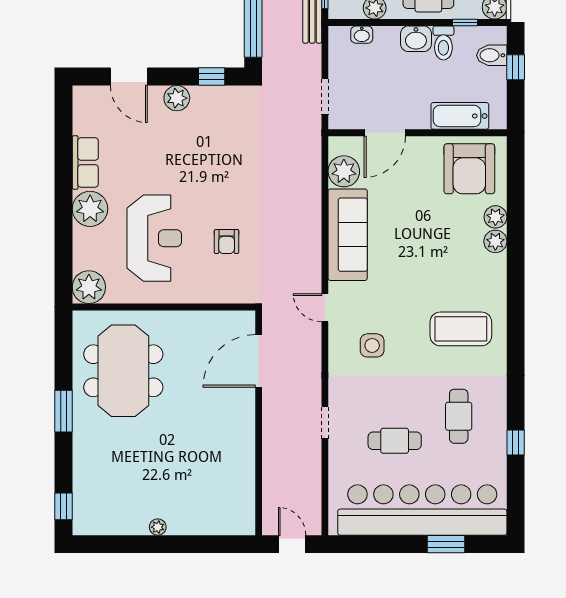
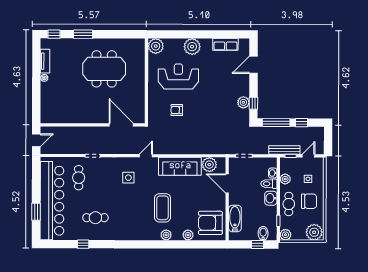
toilet: (443, 43) -> (269, 184), moved
plant: (177, 98) -> (243, 102), moved
row of seats: (85, 162) -> (225, 44), moved
reception desk: (154, 238) -> (178, 76), turned 180
plant: (495, 241) -> (166, 235), moved
coffee table: (461, 329) -> (163, 208), moved
meeting table: (123, 371) -> (104, 69), moved
window: (64, 411) -> (83, 34), moved
cafe table: (395, 441) -> (79, 178), moved
tv unit: (122, 525) -> (45, 61), added

